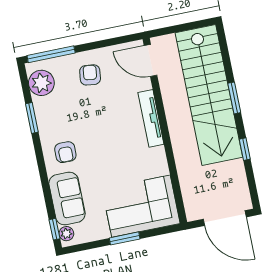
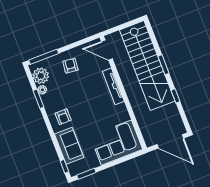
plant: (66, 234) -> (42, 90), moved
window: (125, 238) -> (86, 174), moved

